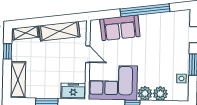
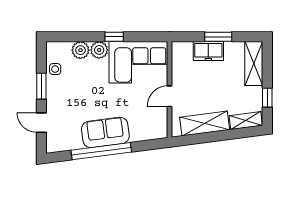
sofa: (120, 28) -> (105, 132), moved
door: (88, 54) -> (170, 96), hinge flipped
freezer: (73, 91) -> (208, 51), moved

